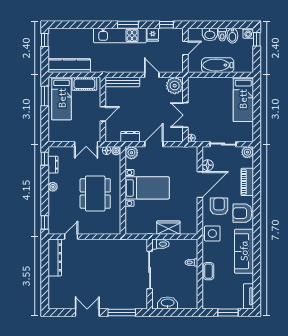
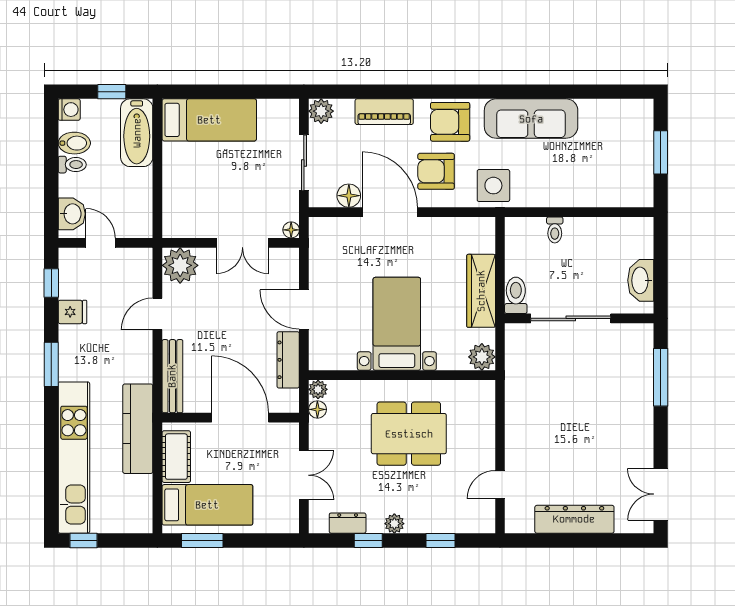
washbasin: (210, 34) -> (72, 214), moved
kitchen unit: (120, 35) -> (74, 458), moved, width x1.36
window: (257, 39) -> (112, 92), moved
bathtub: (218, 65) -> (137, 133), moved
kitchen counter: (69, 66) -> (138, 429), moved
door: (103, 114) -> (240, 418), width x1.88
dresser: (130, 137) -> (288, 360), width x1.44
double door: (86, 144) -> (304, 475), moved
plant: (131, 153) -> (482, 357), moved
window: (45, 159) -> (368, 540), moved
armchair: (242, 213) -> (450, 122), turned 90
window: (45, 222) -> (441, 540), moved
wardrobe: (168, 228) -> (481, 291), width x1.50
door: (71, 237) -> (500, 485), hinge flipped
dresser: (55, 257) -> (574, 519), moved
coffee table: (209, 271) -> (573, 194), removed
tv unit: (248, 296) -> (626, 109), removed
double door: (87, 312) -> (661, 494), moved

